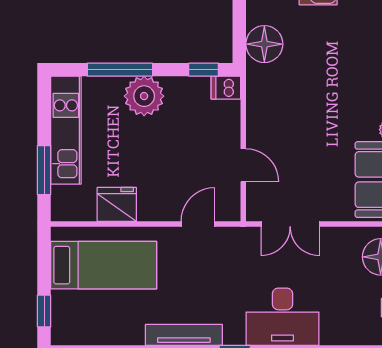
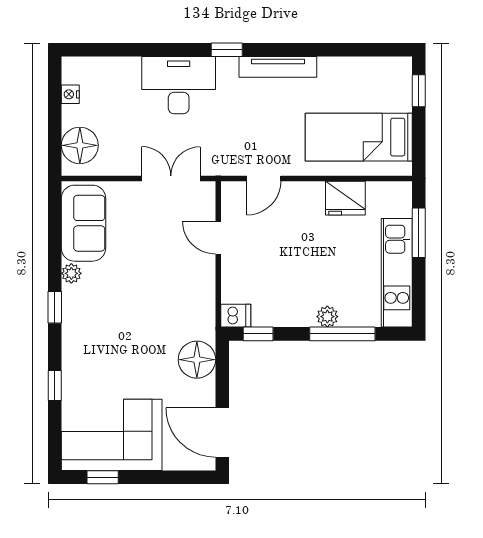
plant: (144, 96) -> (327, 317), width x0.53, depth x0.53

